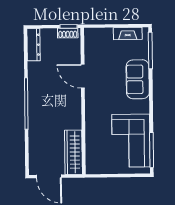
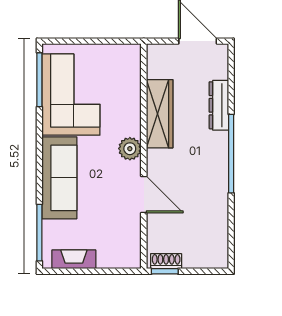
dresser: (34, 45) -> (219, 105), moved
sofa: (138, 79) -> (59, 178), width x1.36
plant: (92, 106) -> (130, 149), added
wardrobe: (73, 152) -> (160, 114), moved

